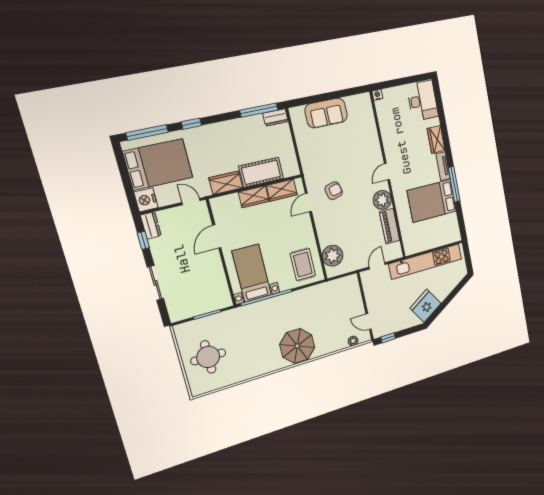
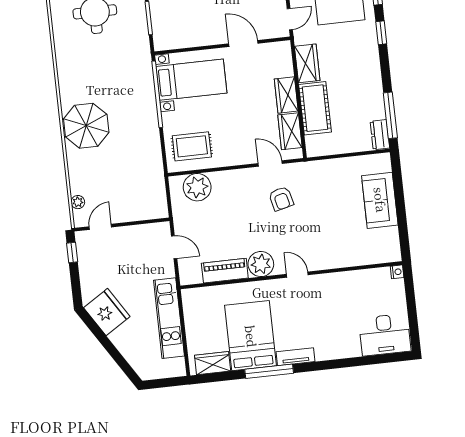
wardrobe: (436, 140) -> (213, 363), moved
kitchen unit: (425, 261) -> (169, 318), width x0.73

